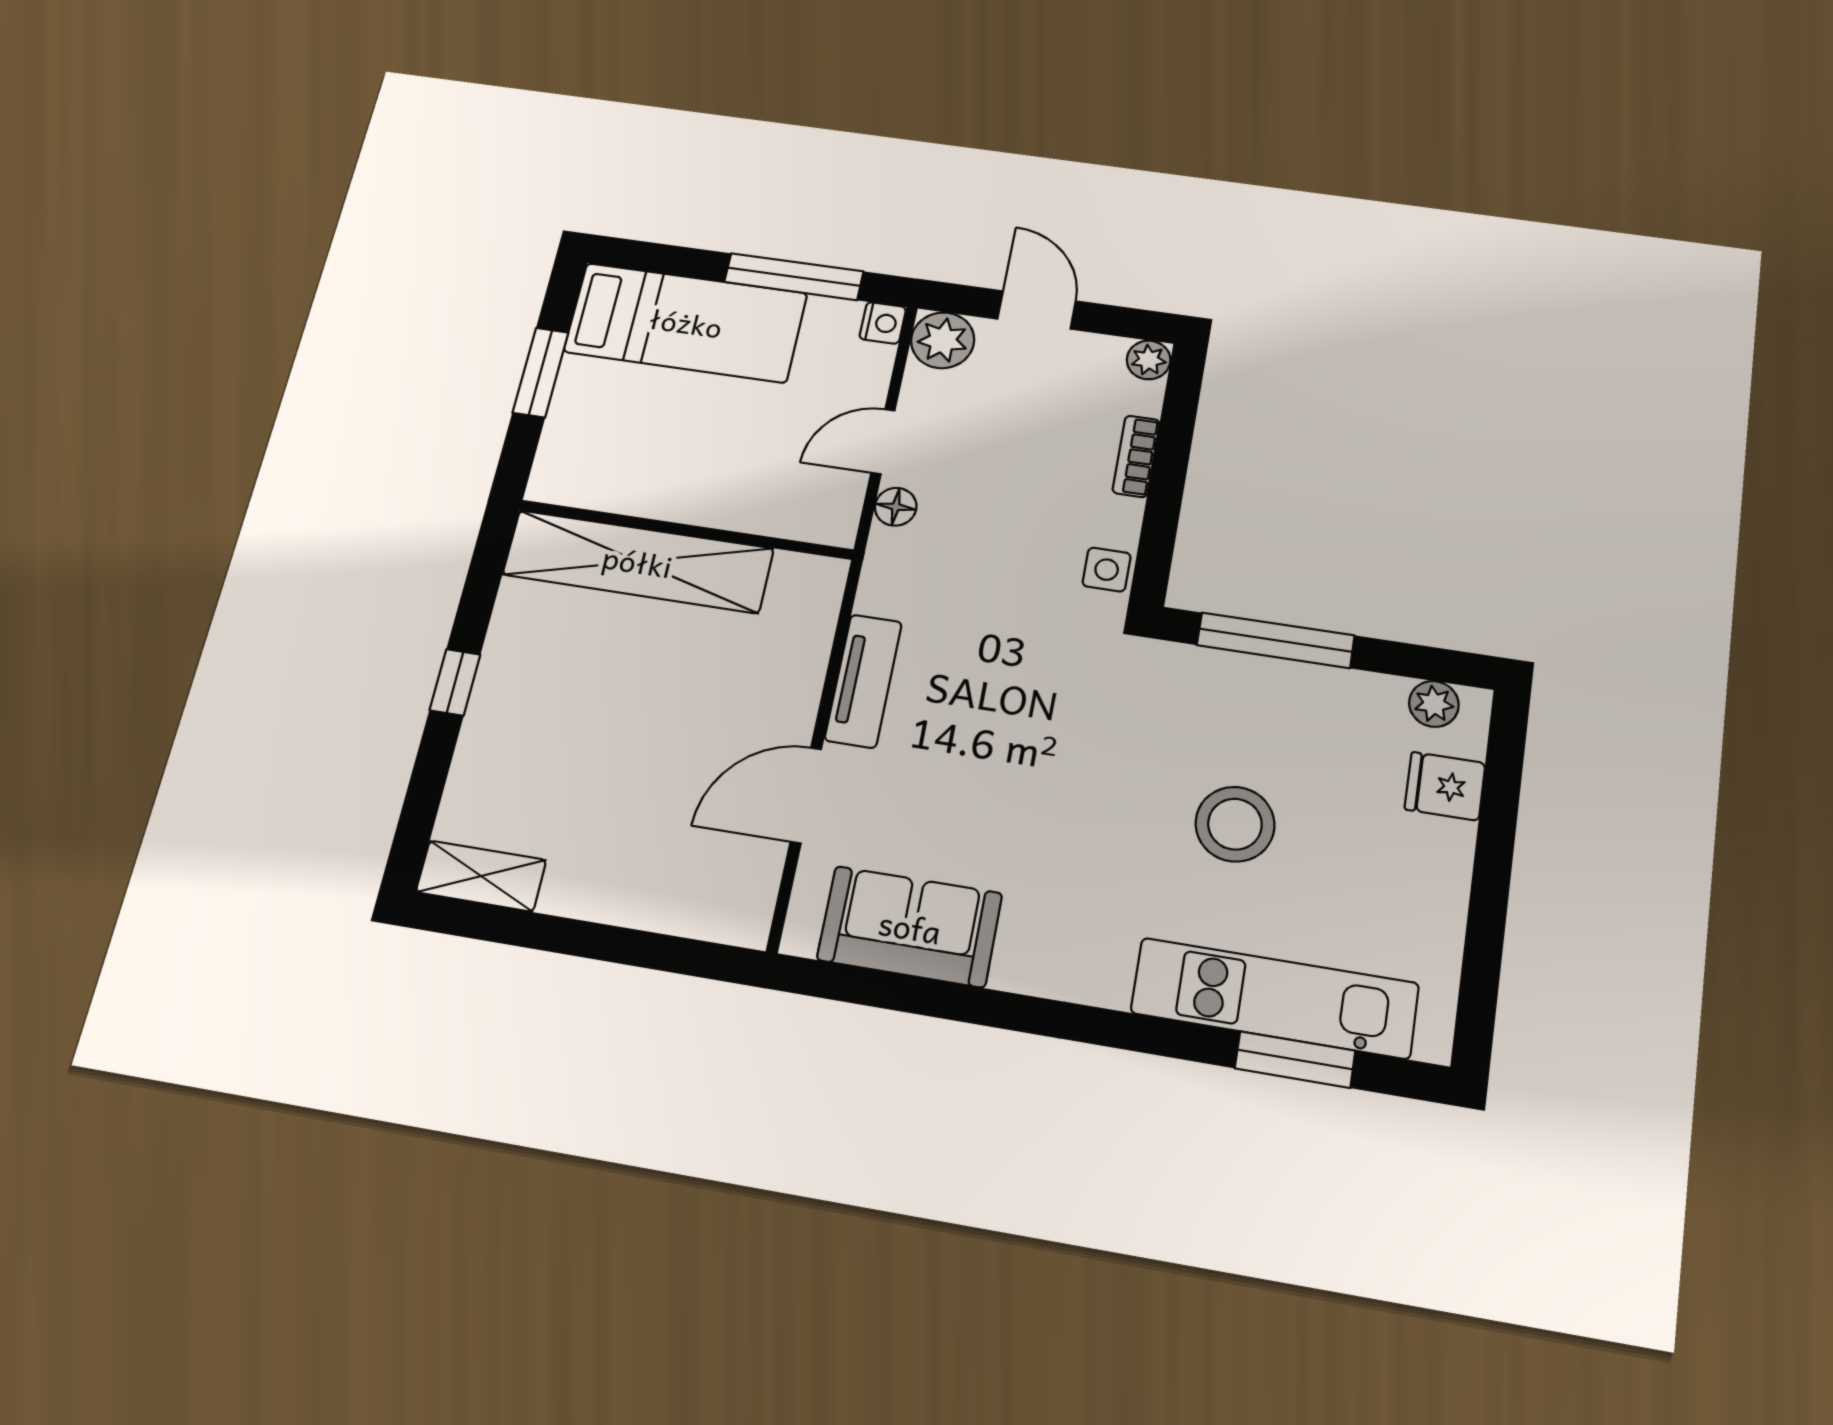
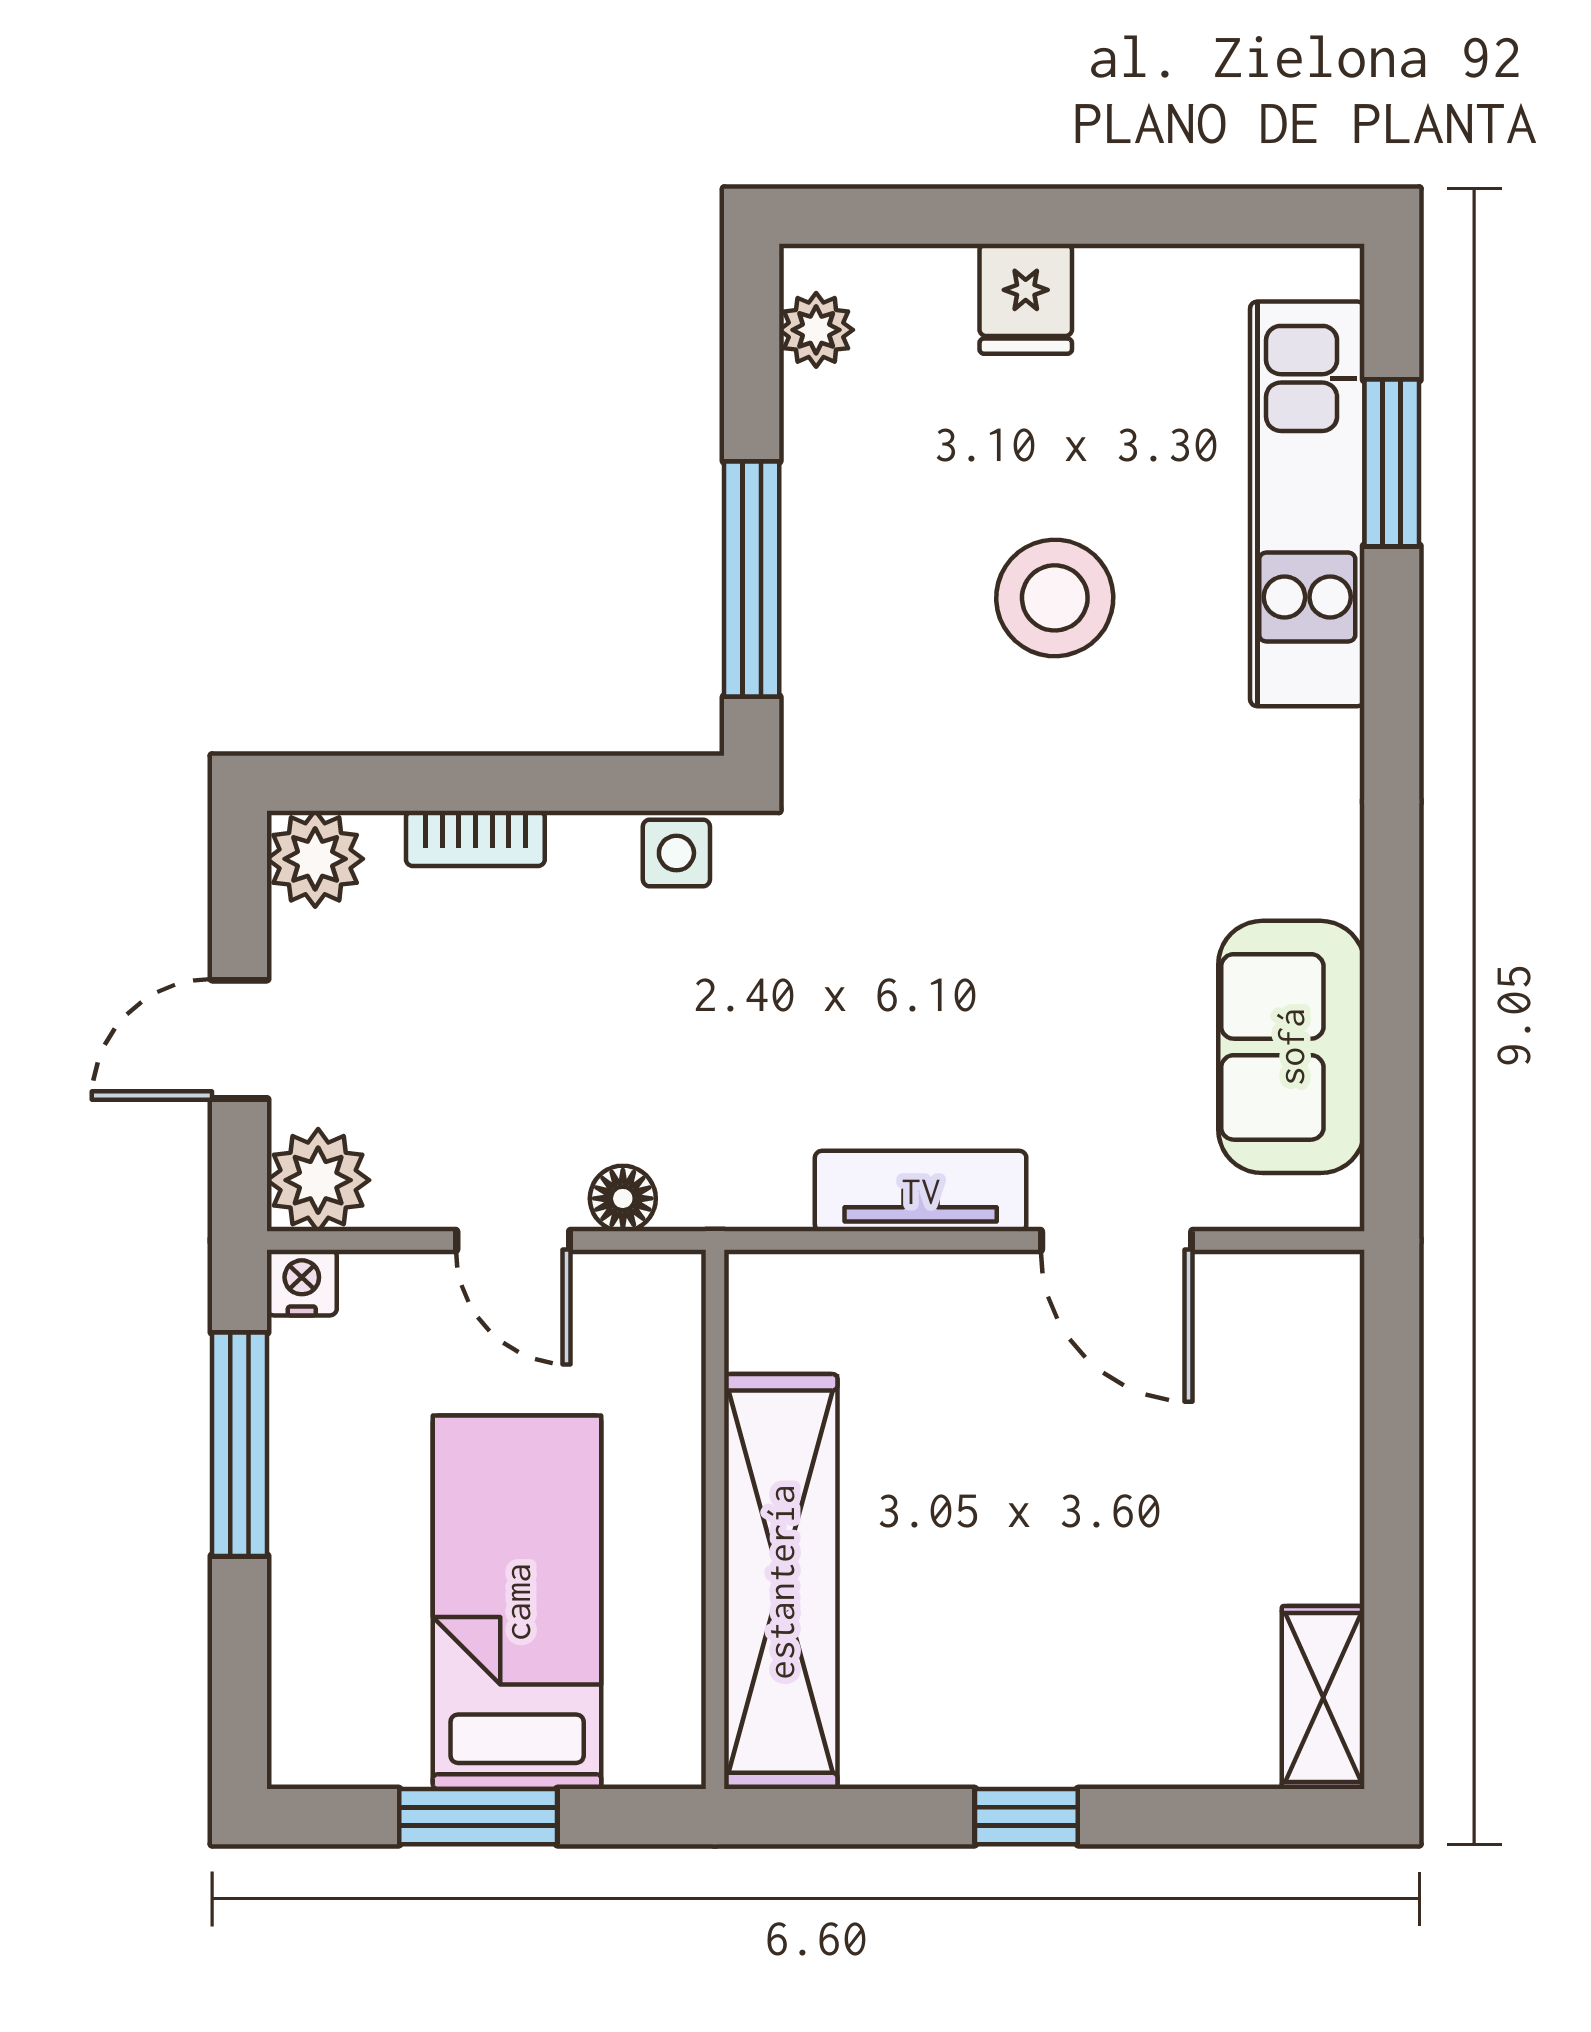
bed: (686, 323) -> (517, 1602), moved
plant: (1149, 360) -> (315, 859), width x1.38, depth x1.38
fridge: (1445, 786) -> (1026, 299), moved

